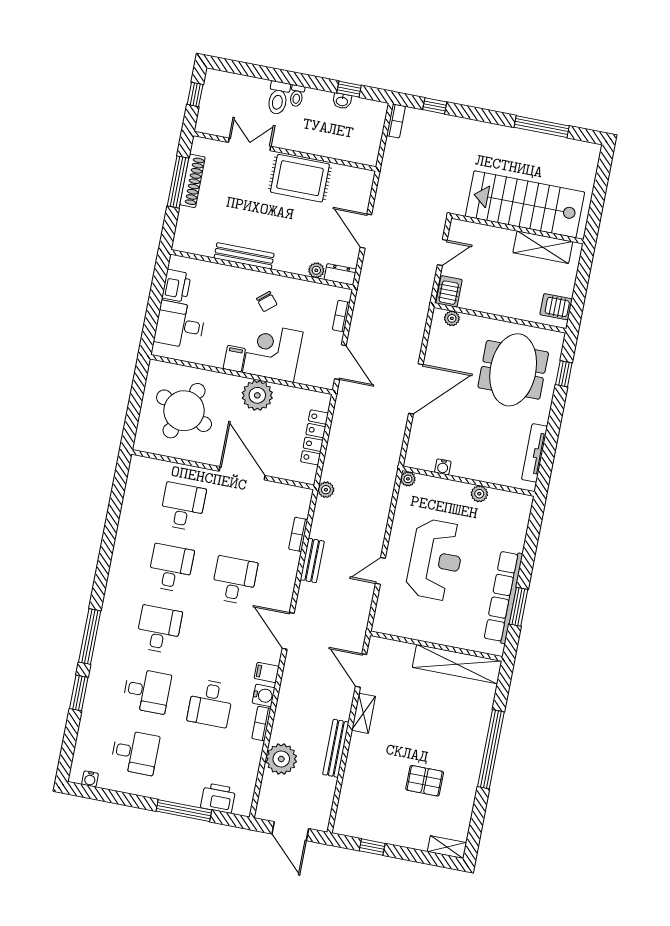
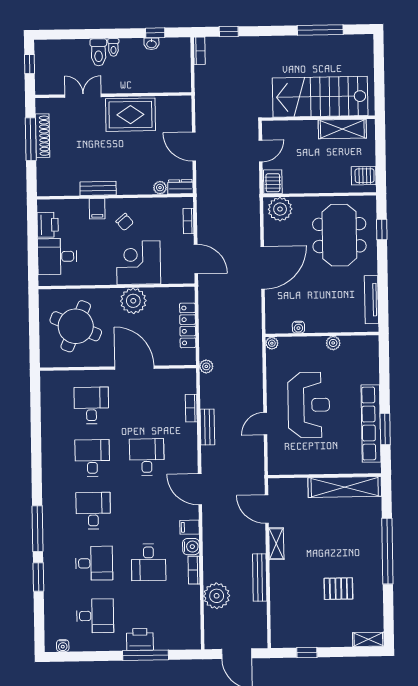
bench: (244, 256) -> (98, 188), width x0.73
plant: (452, 318) -> (280, 209), width x1.88, depth x1.88
filing cabinet: (234, 359) -> (97, 209), moved, turned 180
printer: (218, 798) -> (140, 639), moved

